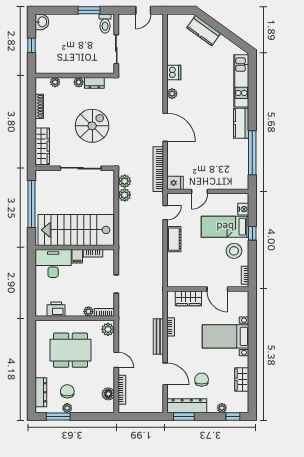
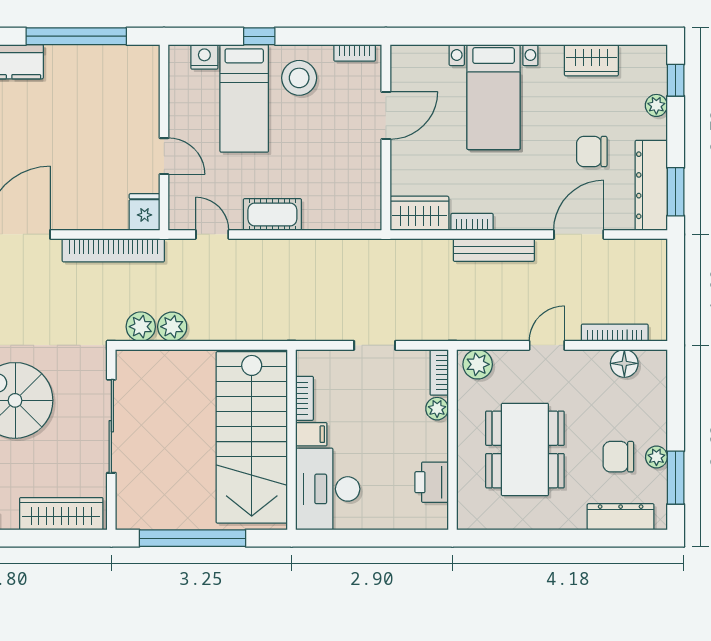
wardrobe: (188, 298) -> (419, 213), moved, turned -90

